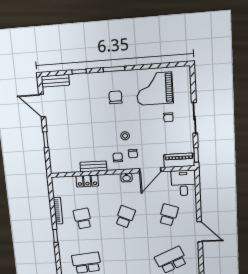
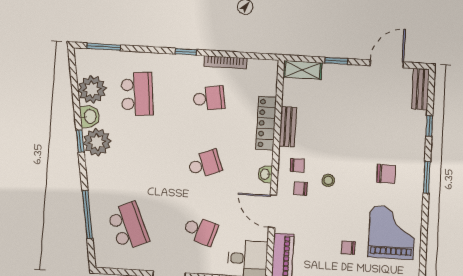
shelving: (55, 161) -> (303, 70), added
locker: (87, 181) -> (266, 123), width x1.53
school desk: (125, 217) -> (205, 164), turned -45

